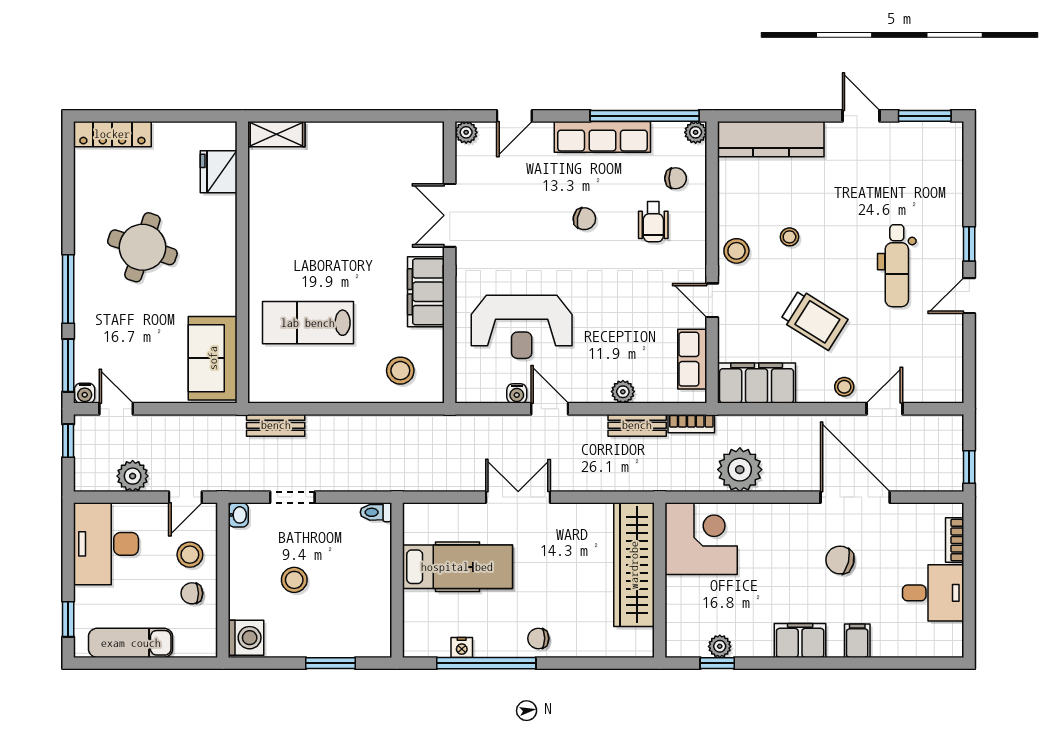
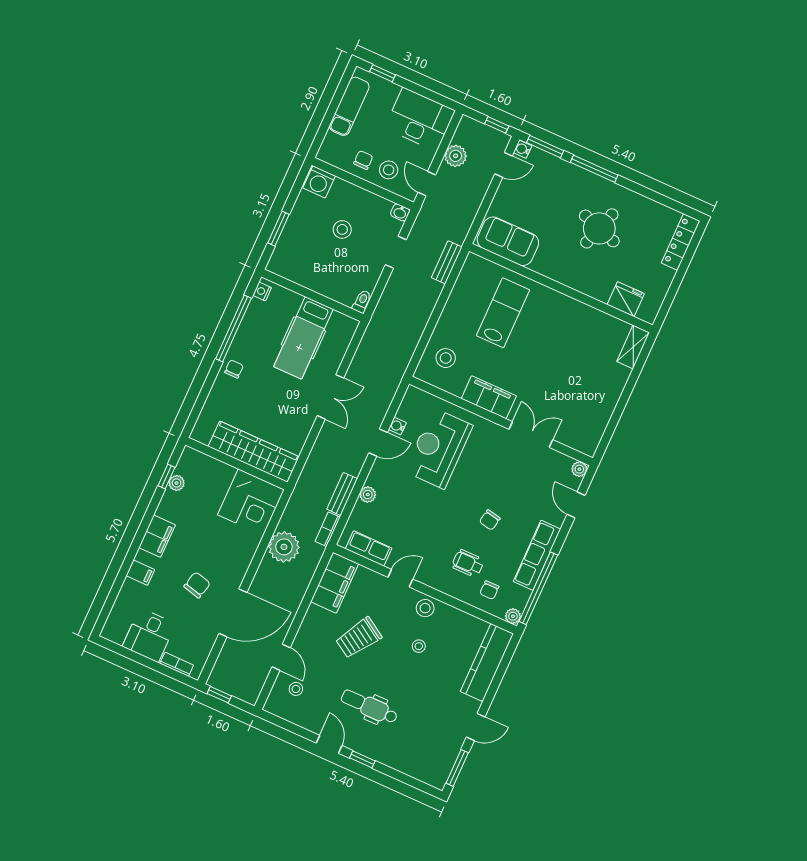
stool: (844, 387) -> (296, 689), moved
nightstand: (462, 647) -> (262, 291), moved

